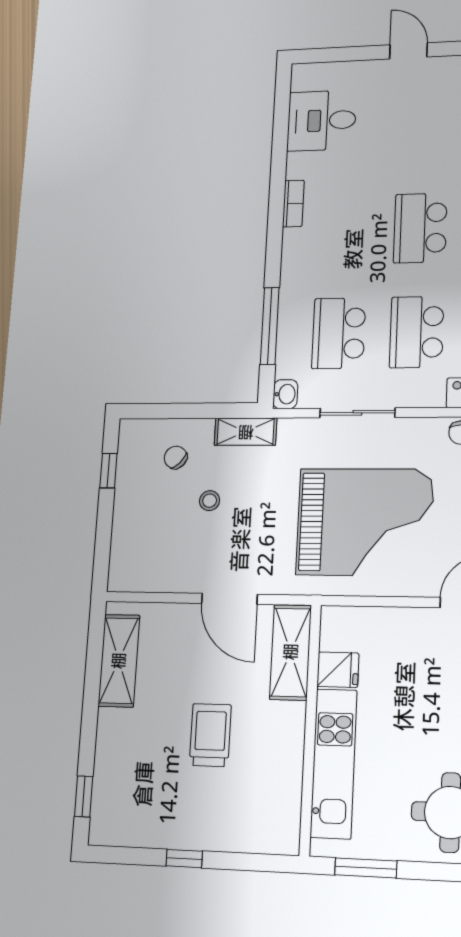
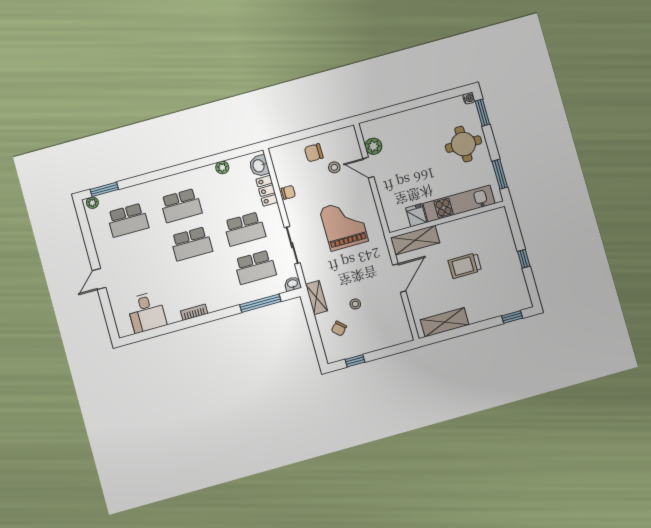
grand piano: (365, 522) -> (344, 225), width x0.73, depth x0.68

